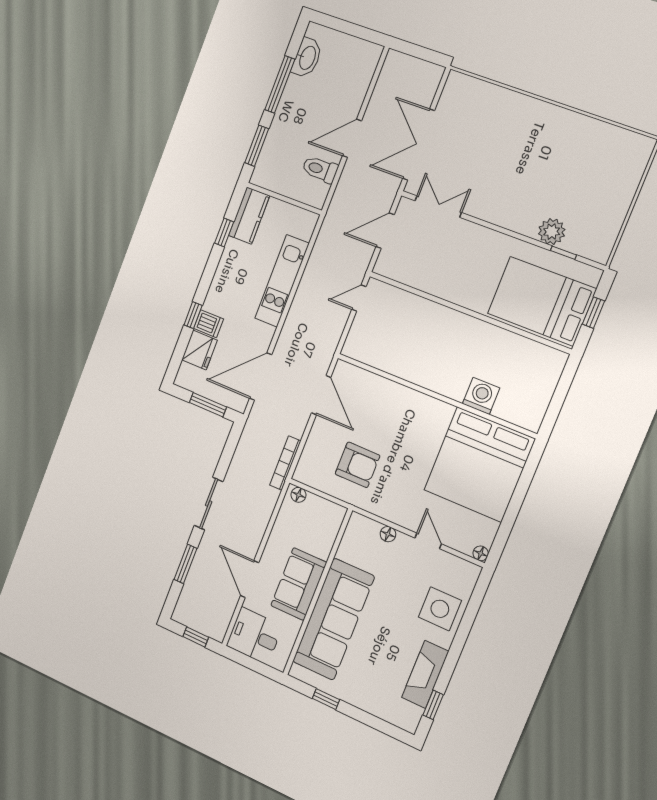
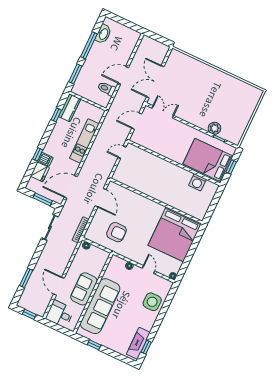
washing machine: (481, 396) -> (197, 182), moved, turned 180
sliding door: (209, 504) -> (50, 227), moved
fireplace: (425, 674) -> (138, 343), moved

